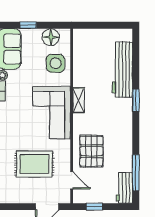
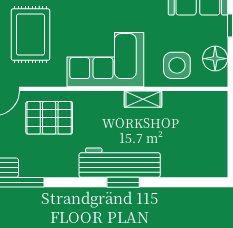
workbench: (122, 70) -> (120, 163), moved
shelving: (79, 100) -> (143, 99), moved

